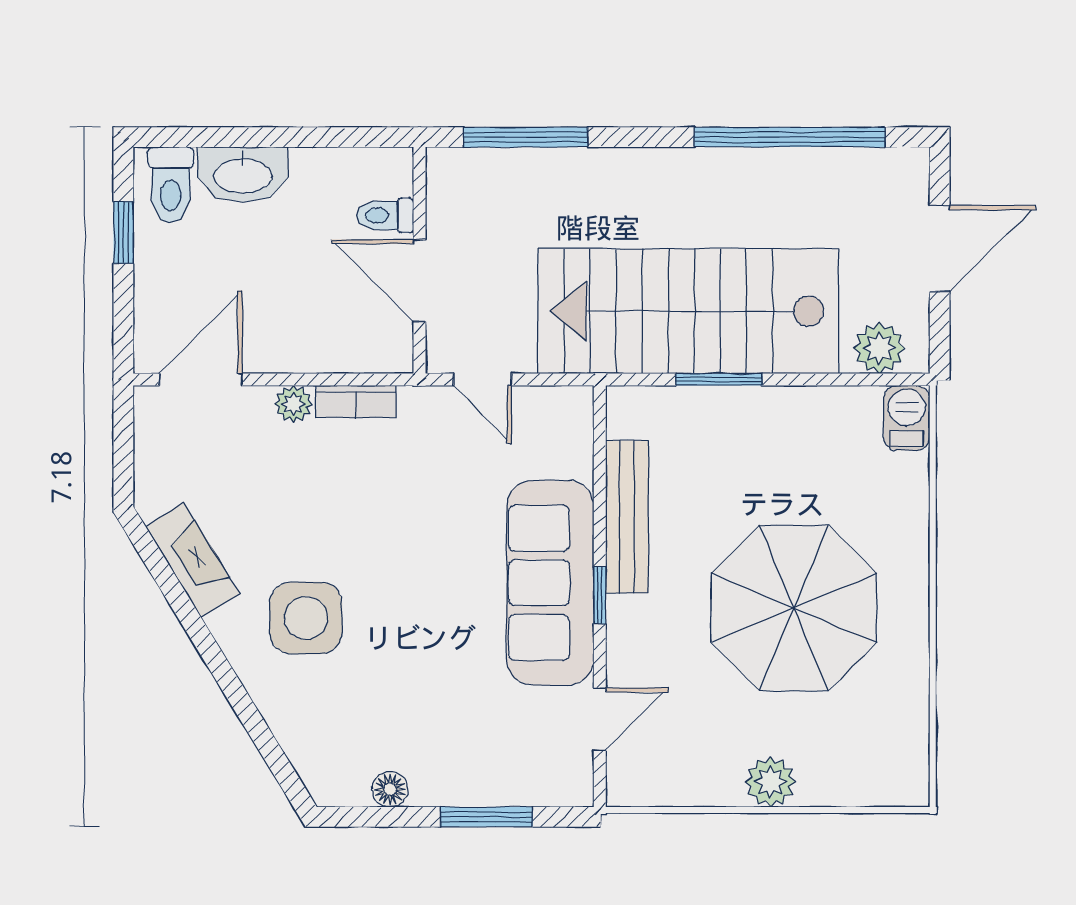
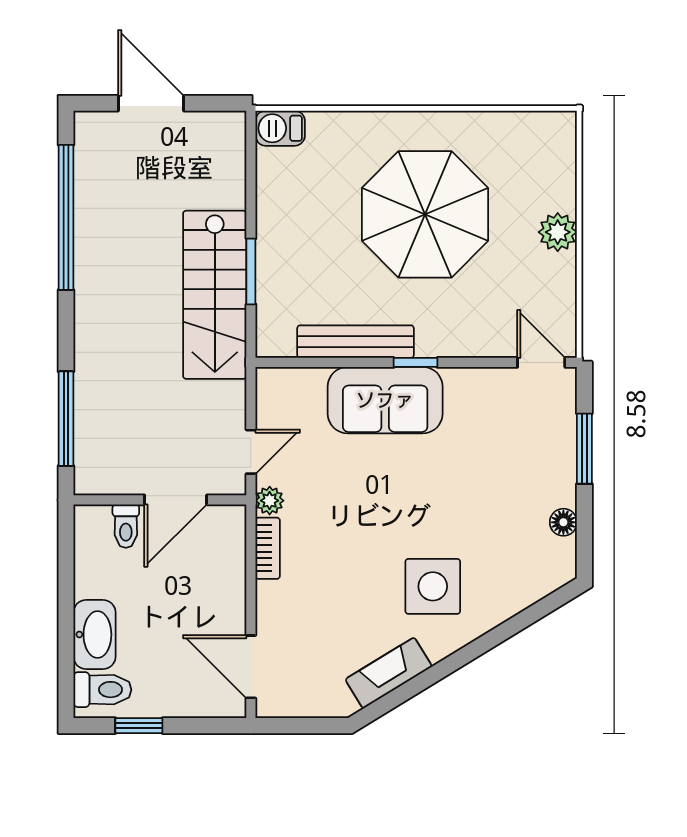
stairs: (688, 311) -> (215, 295), width x0.73, depth x0.66
plant: (879, 348) -> (227, 149), removed
plant: (293, 404) -> (270, 501), moved
sofa: (550, 583) -> (385, 400), width x0.73
door: (600, 719) -> (541, 362), moved

